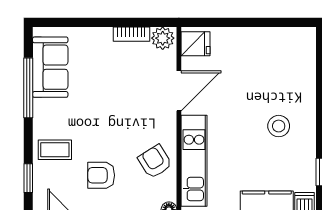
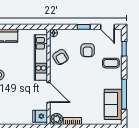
door: (179, 91) -> (49, 93), swing flipped
armchair: (101, 175) -> (88, 50), turned 90

